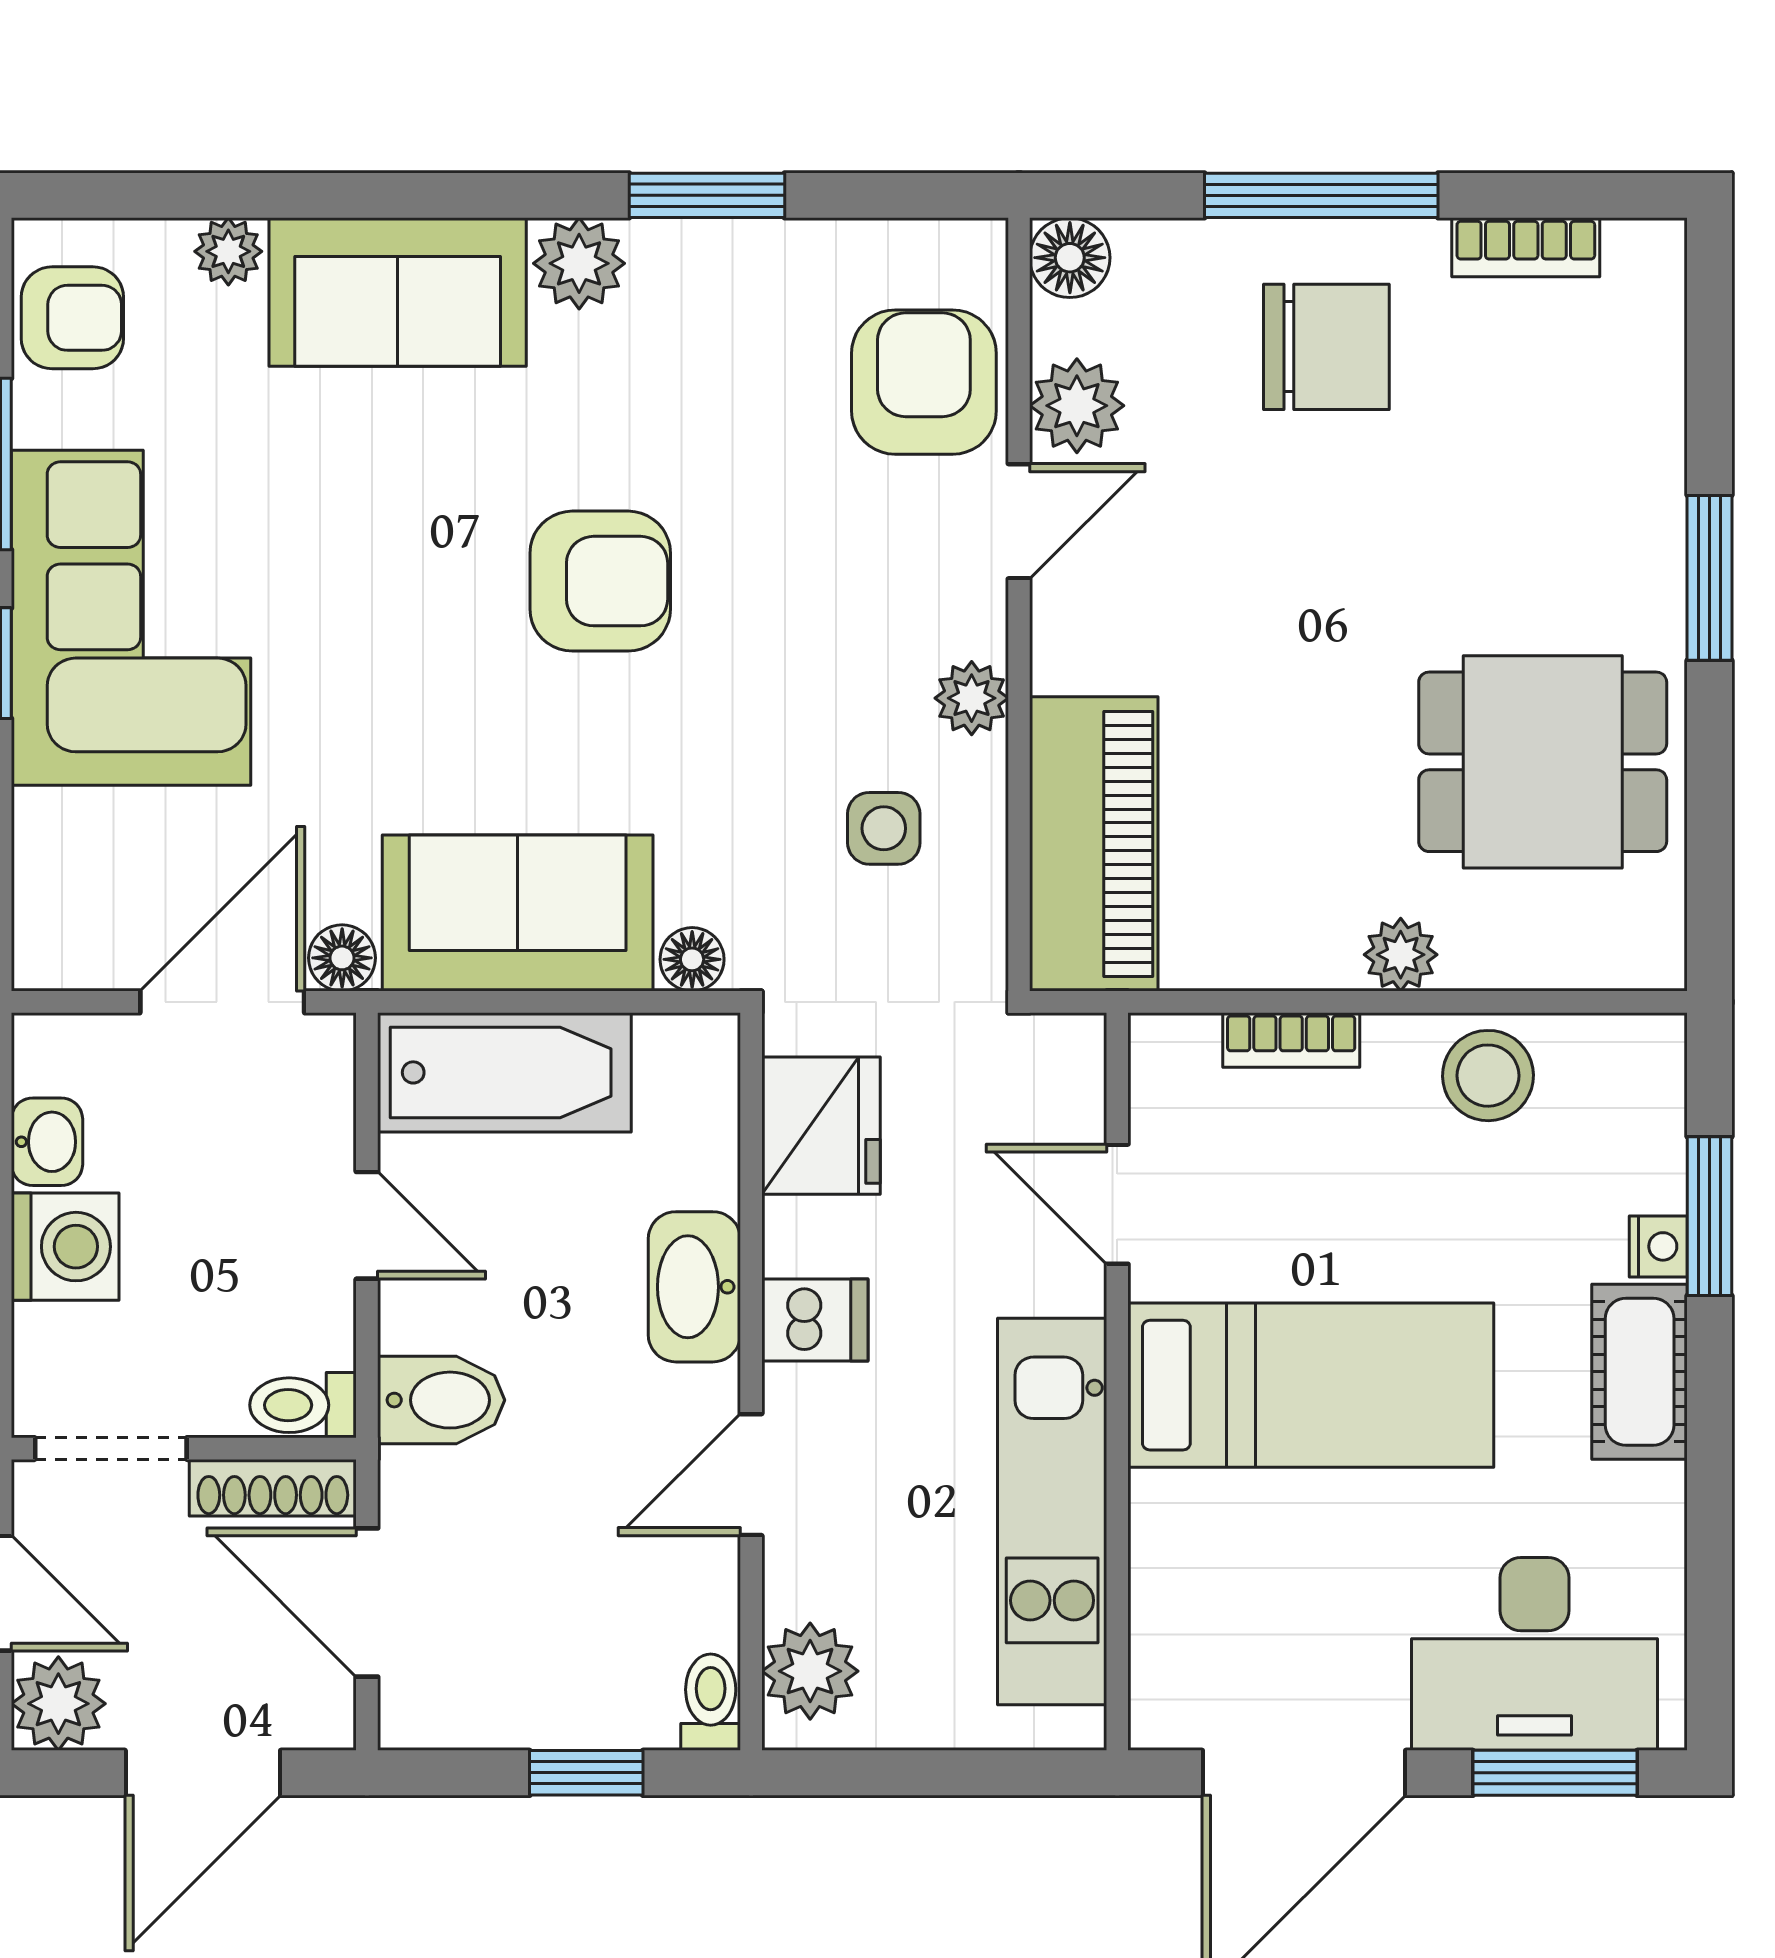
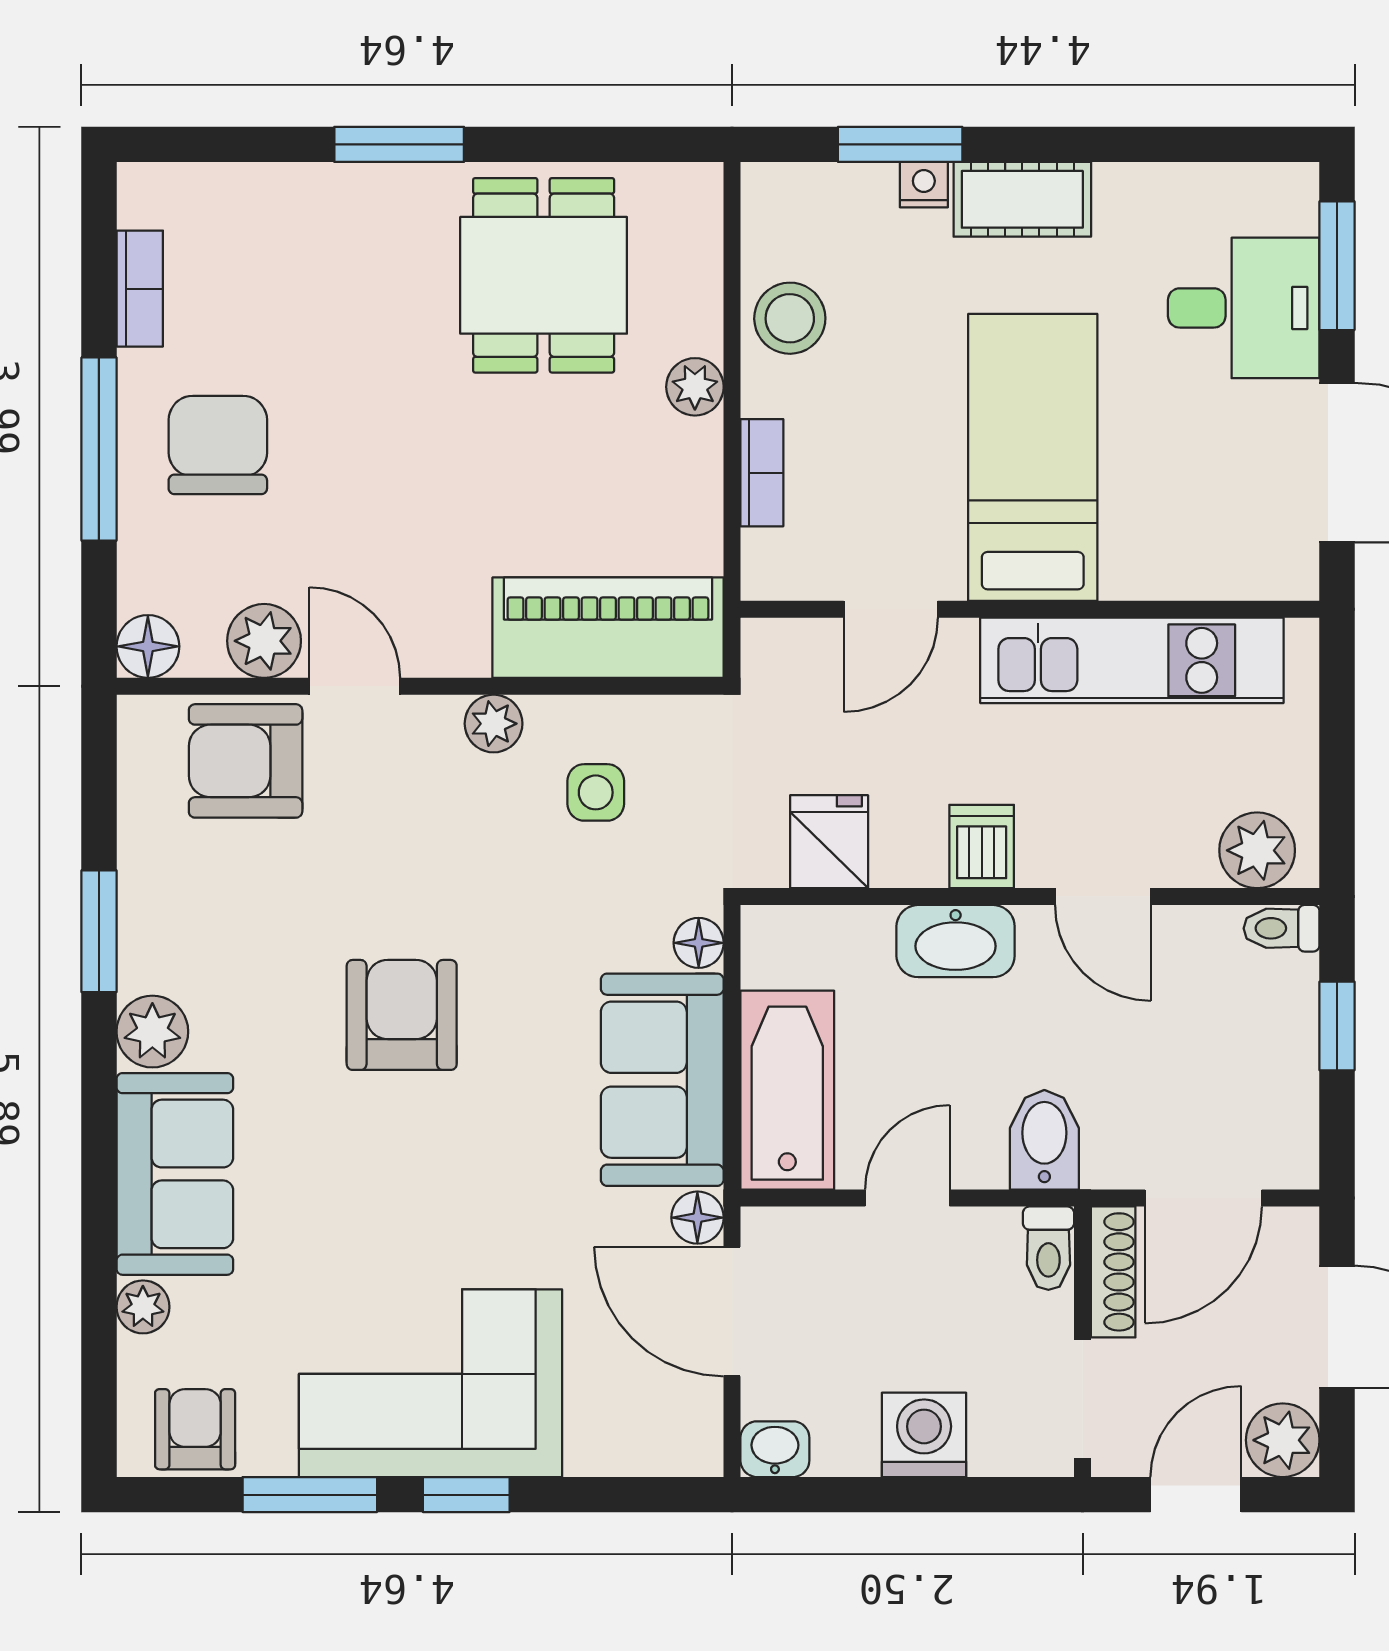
fridge: (821, 1126) -> (829, 842), width x0.72
washbasin: (47, 1142) -> (775, 1449), moved
desk: (1534, 1654) -> (1244, 308), width x0.73

